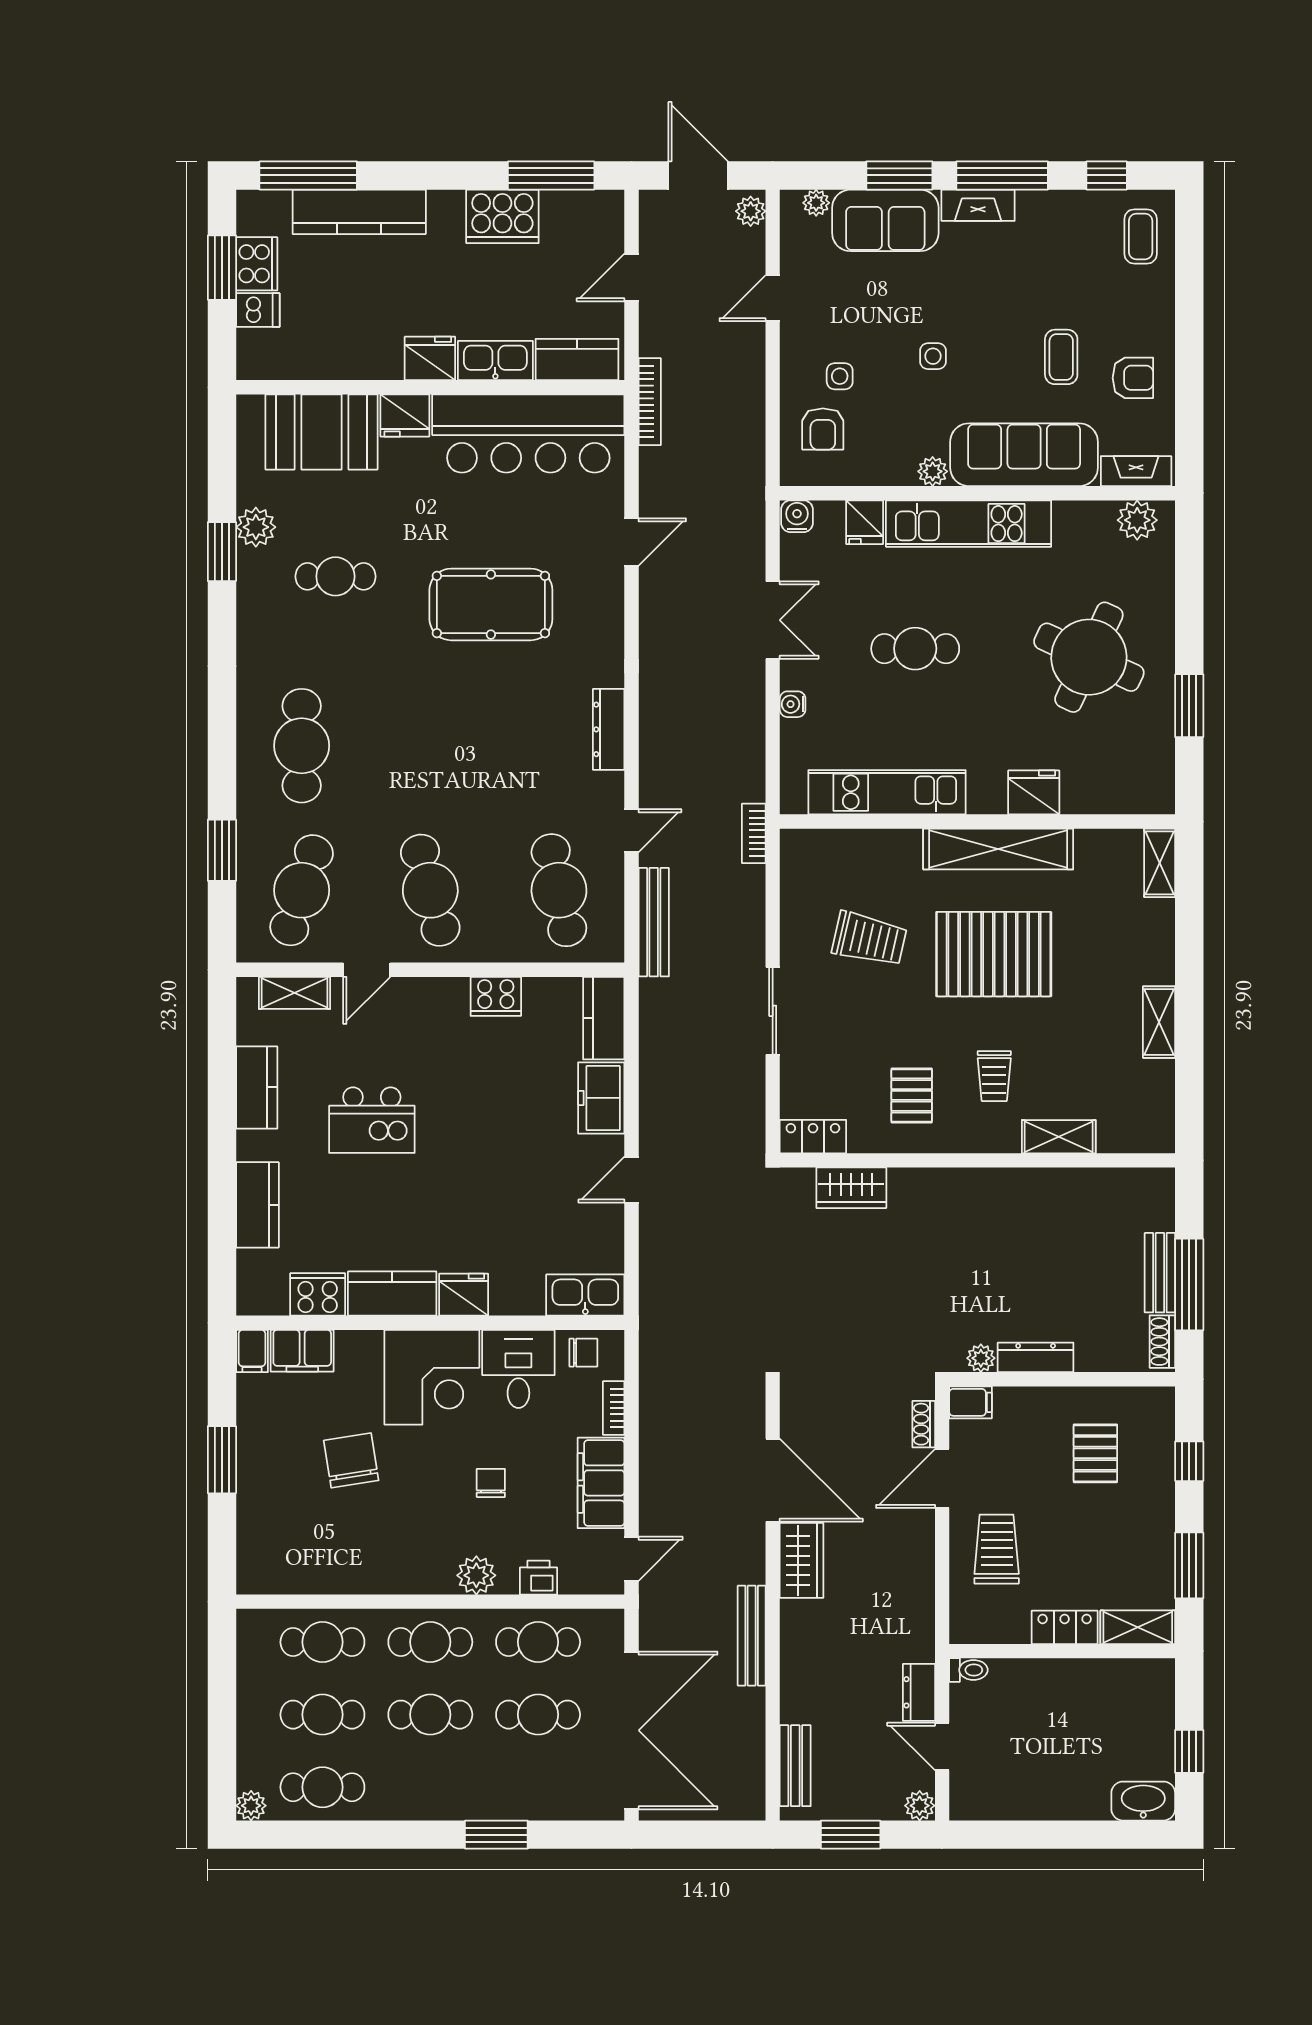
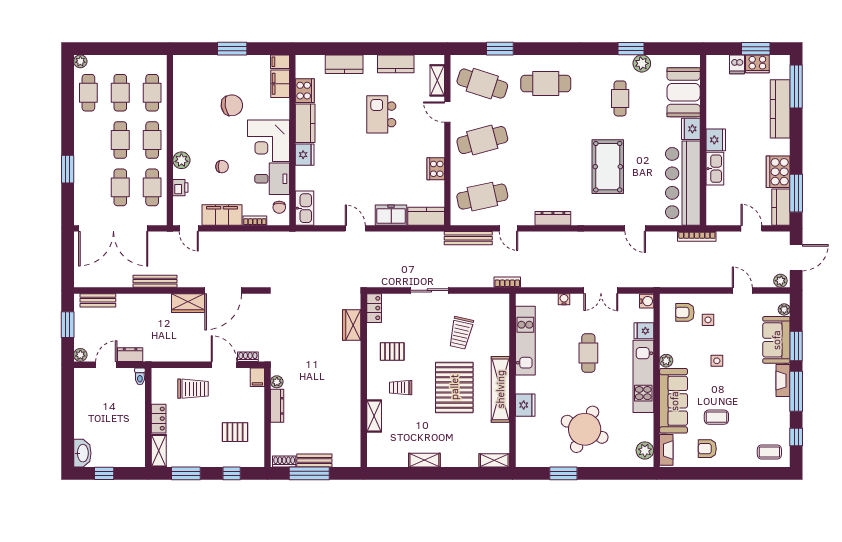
kitchen counter: (577, 360) -> (781, 207), moved, turned 180
armchair: (1133, 378) -> (707, 449), turned 90

